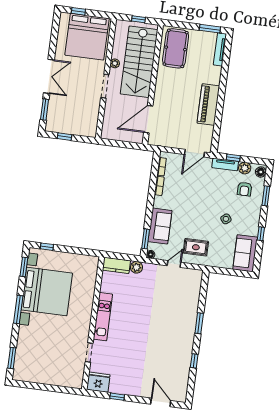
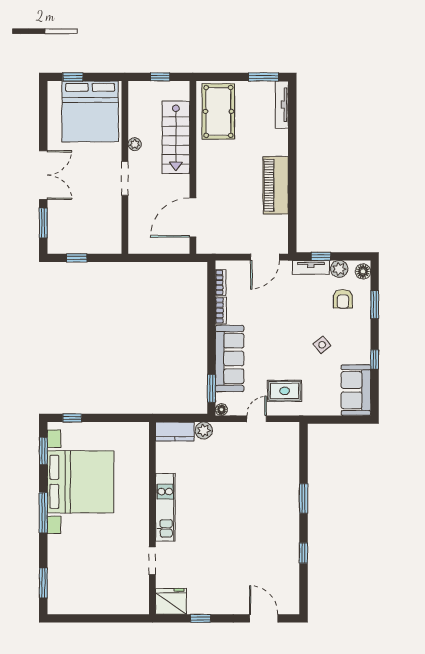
stairs: (139, 62) -> (176, 137), width x0.73, depth x0.66
sofa: (160, 226) -> (230, 358), width x1.36

